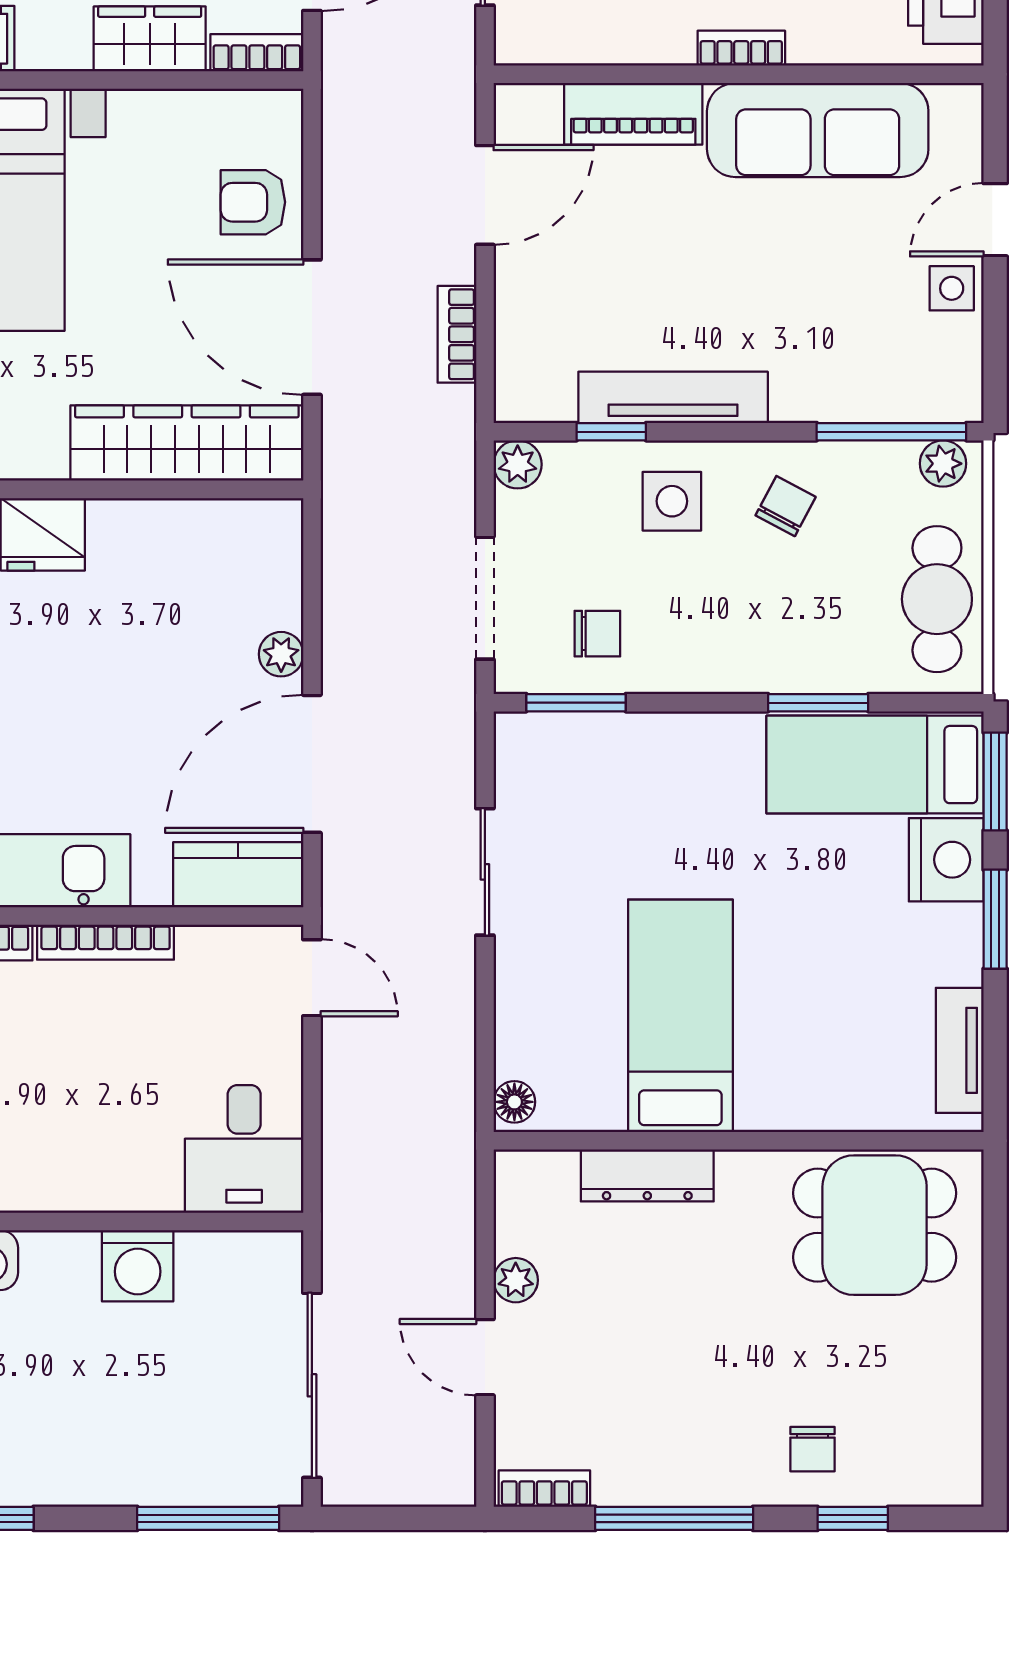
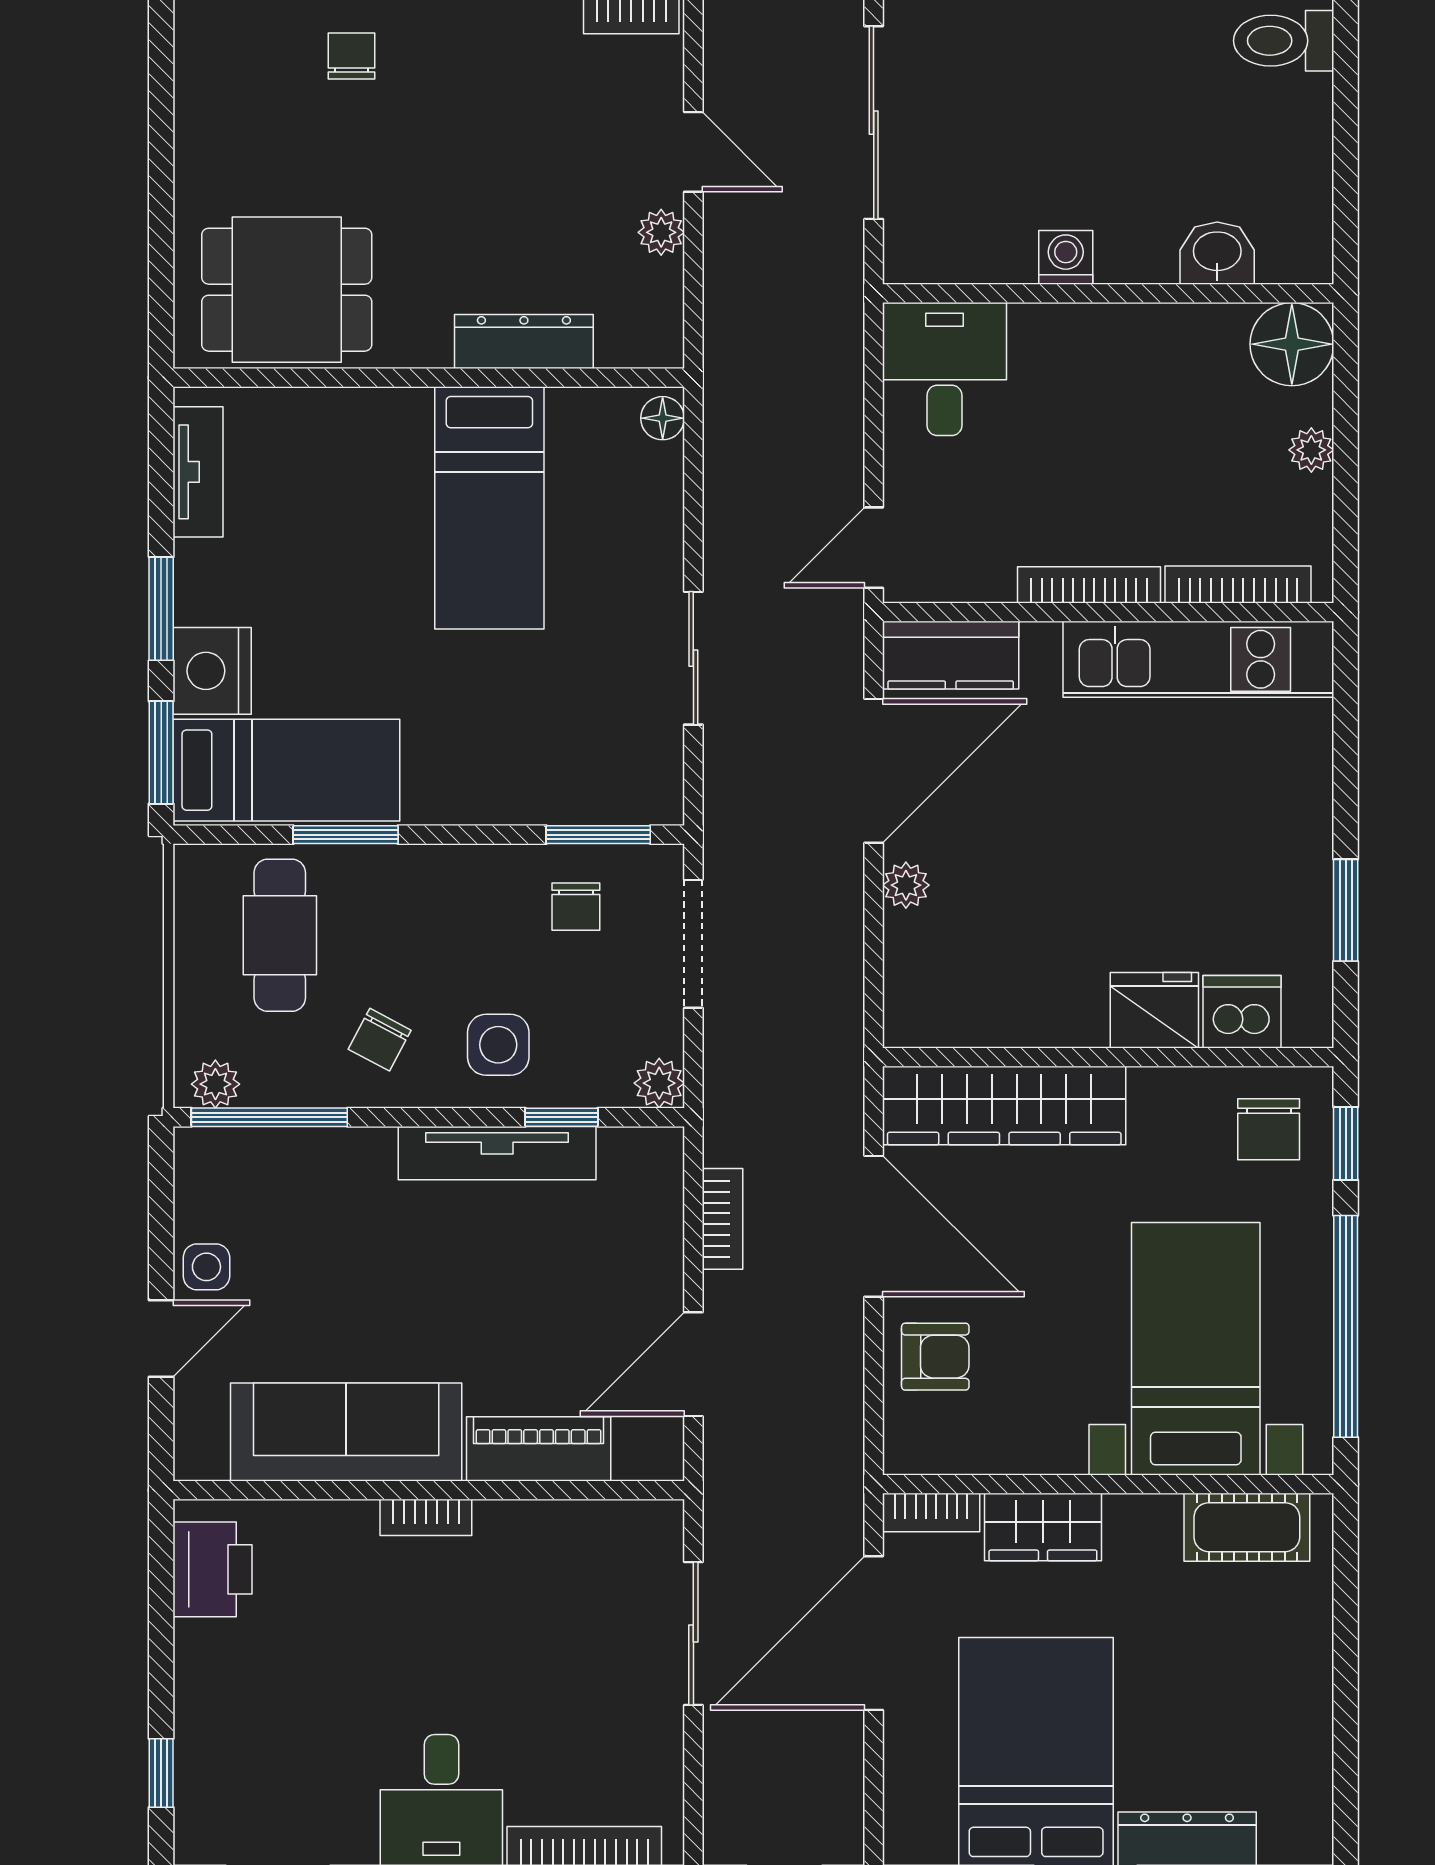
cafe table: (937, 599) -> (280, 935), moved
chair: (597, 634) -> (576, 907), turned -90
door: (312, 978) -> (874, 548), hinge flipped
washing machine: (138, 1266) -> (1066, 257), width x0.73, depth x0.73

